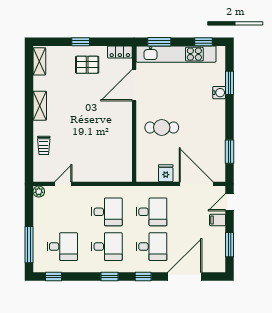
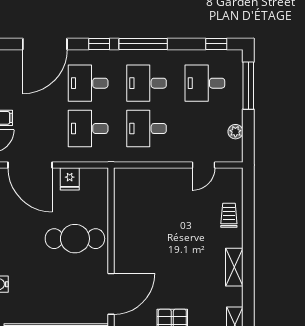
cafe table: (162, 127) -> (75, 239), width x1.37, depth x1.35
plant: (39, 192) -> (235, 132), moved
window: (110, 277) -> (143, 44), width x2.17

